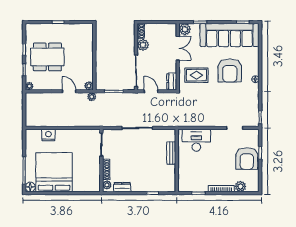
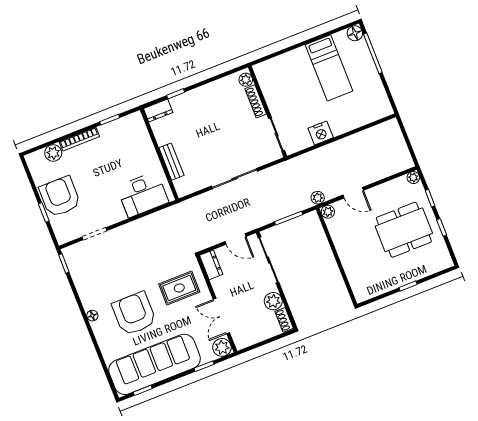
nightstand: (48, 135) -> (321, 133), moved
bed: (54, 172) -> (329, 68), width x0.49
dresser: (122, 187) -> (158, 110), moved

